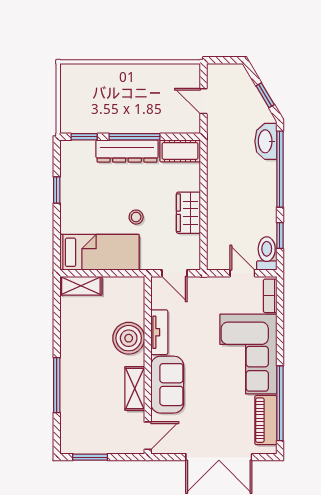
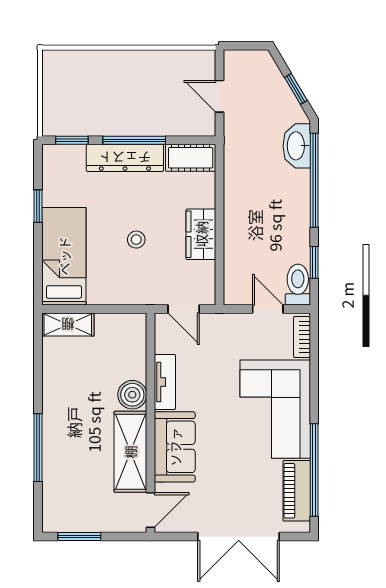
bed: (99, 252) -> (64, 256), moved, turned -90
boiler: (129, 338) -> (132, 395), width x0.73, depth x0.73
shelving: (135, 389) -> (130, 452), width x1.50, depth x1.33

